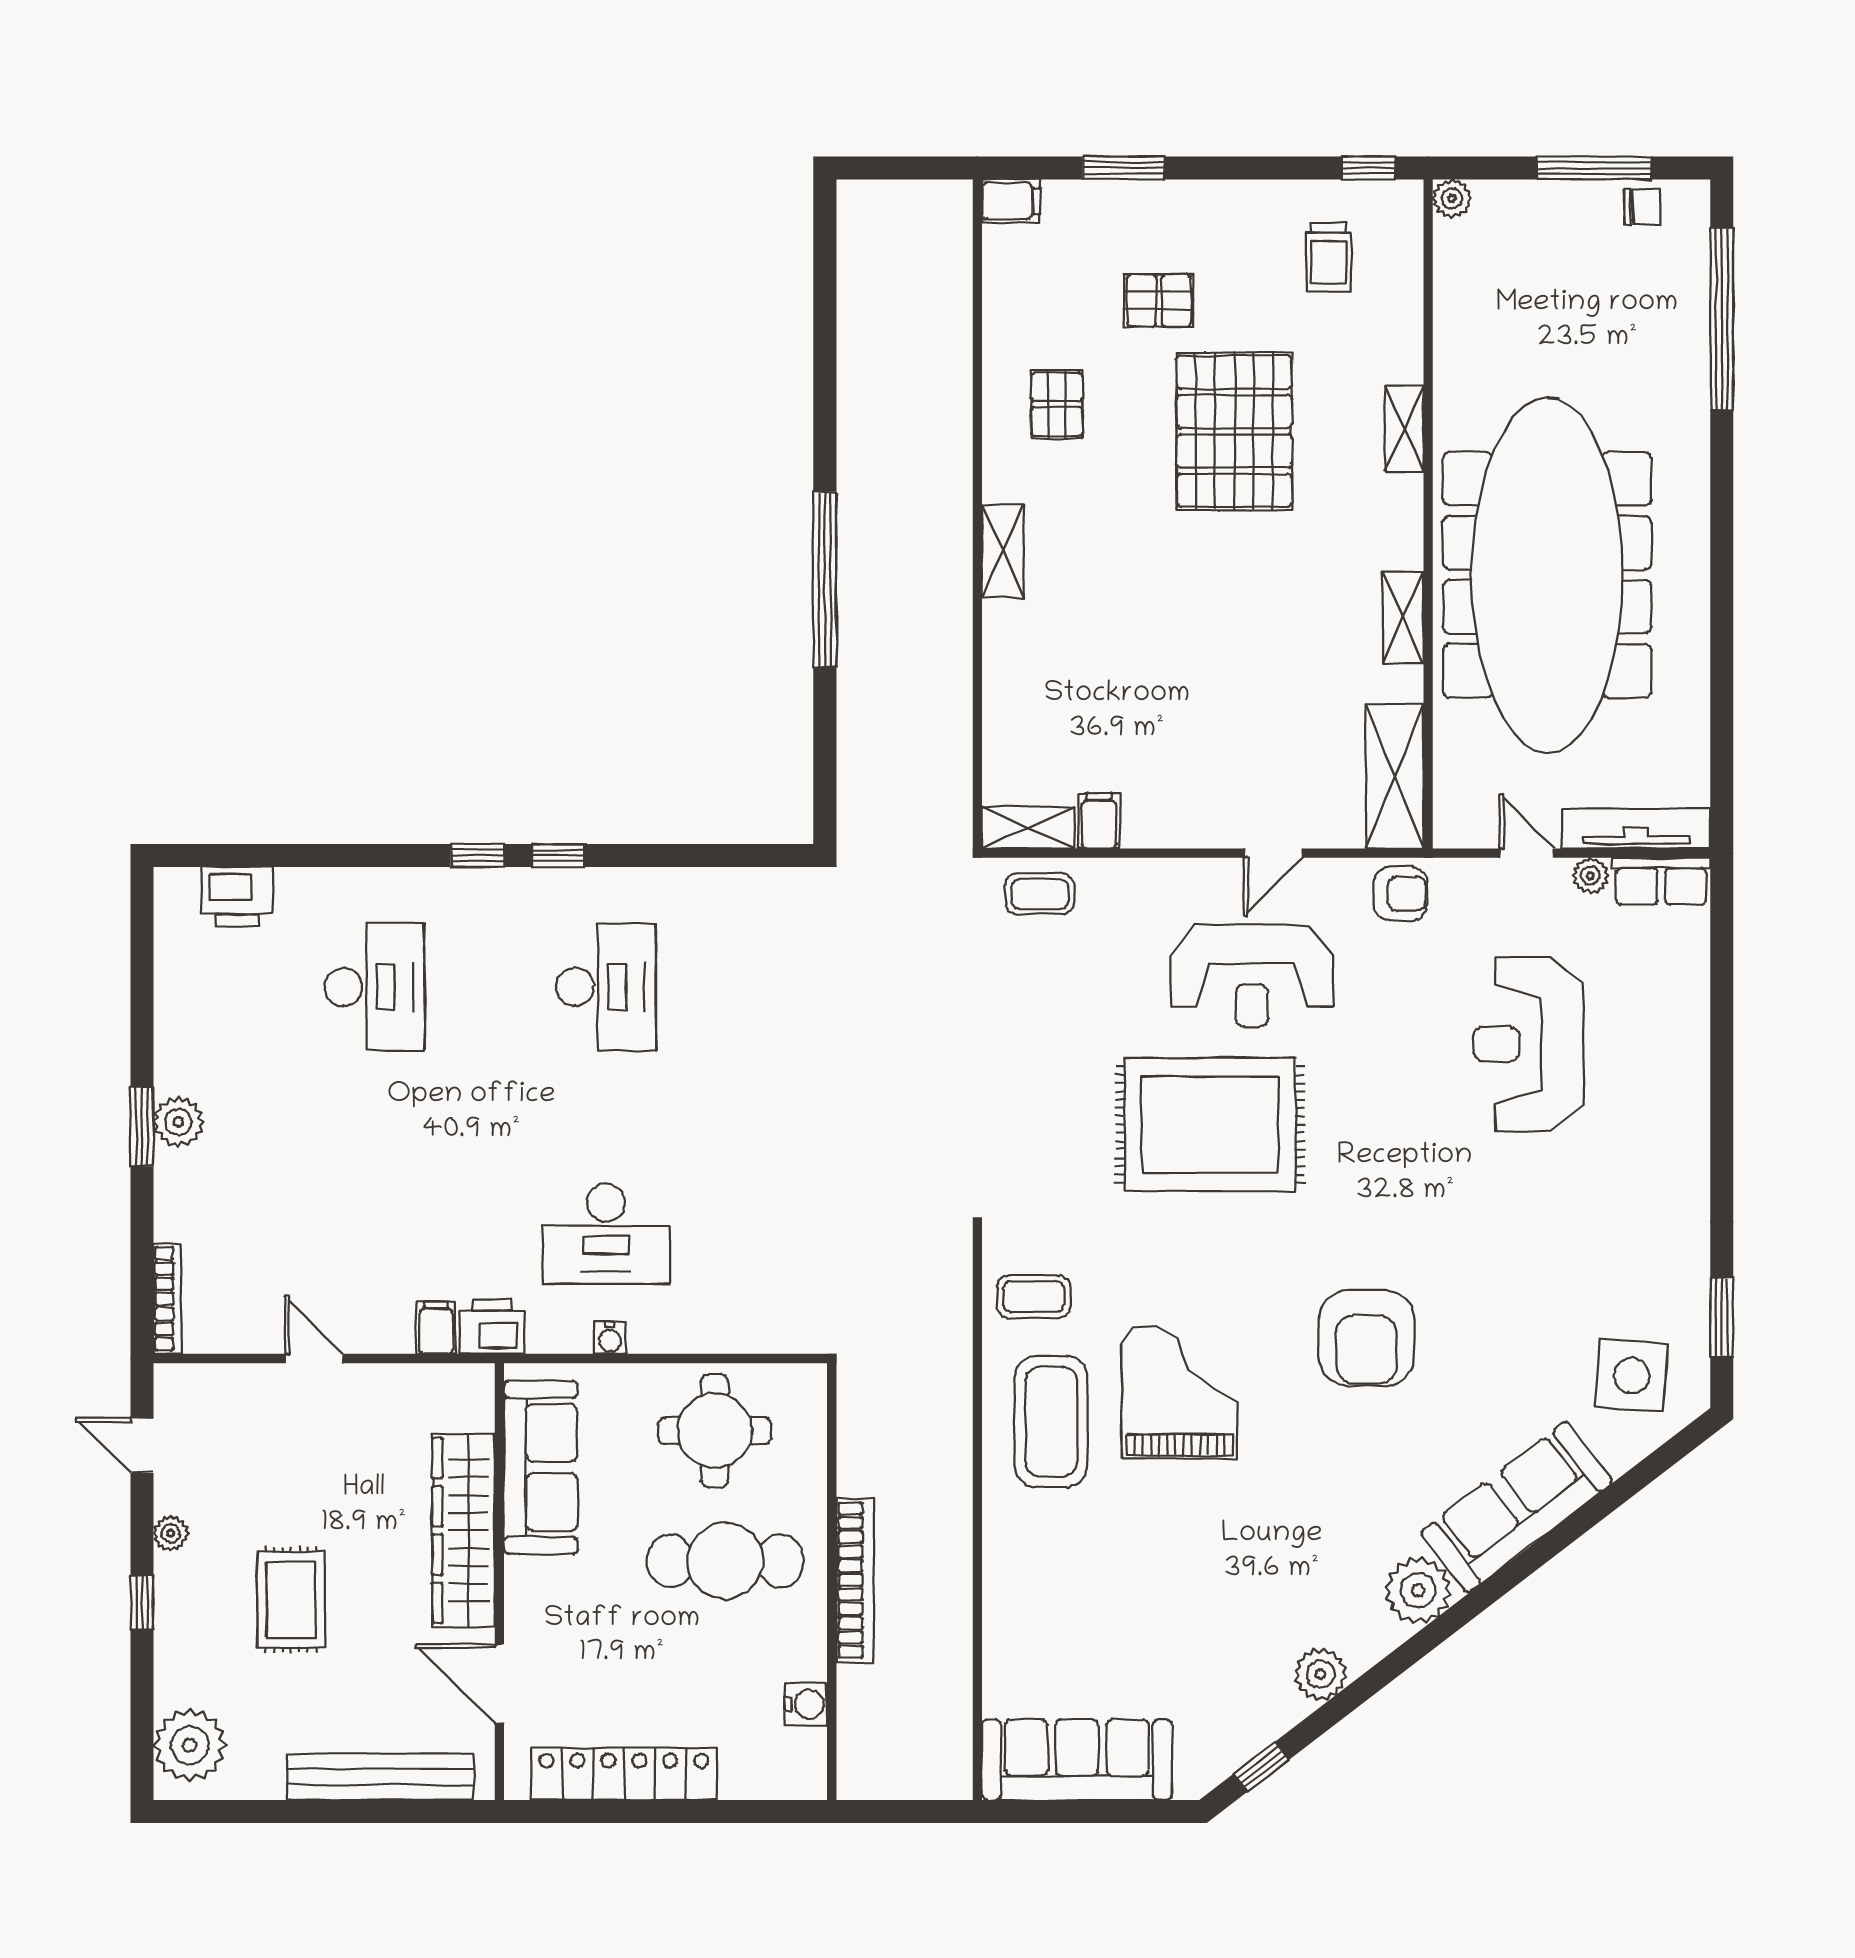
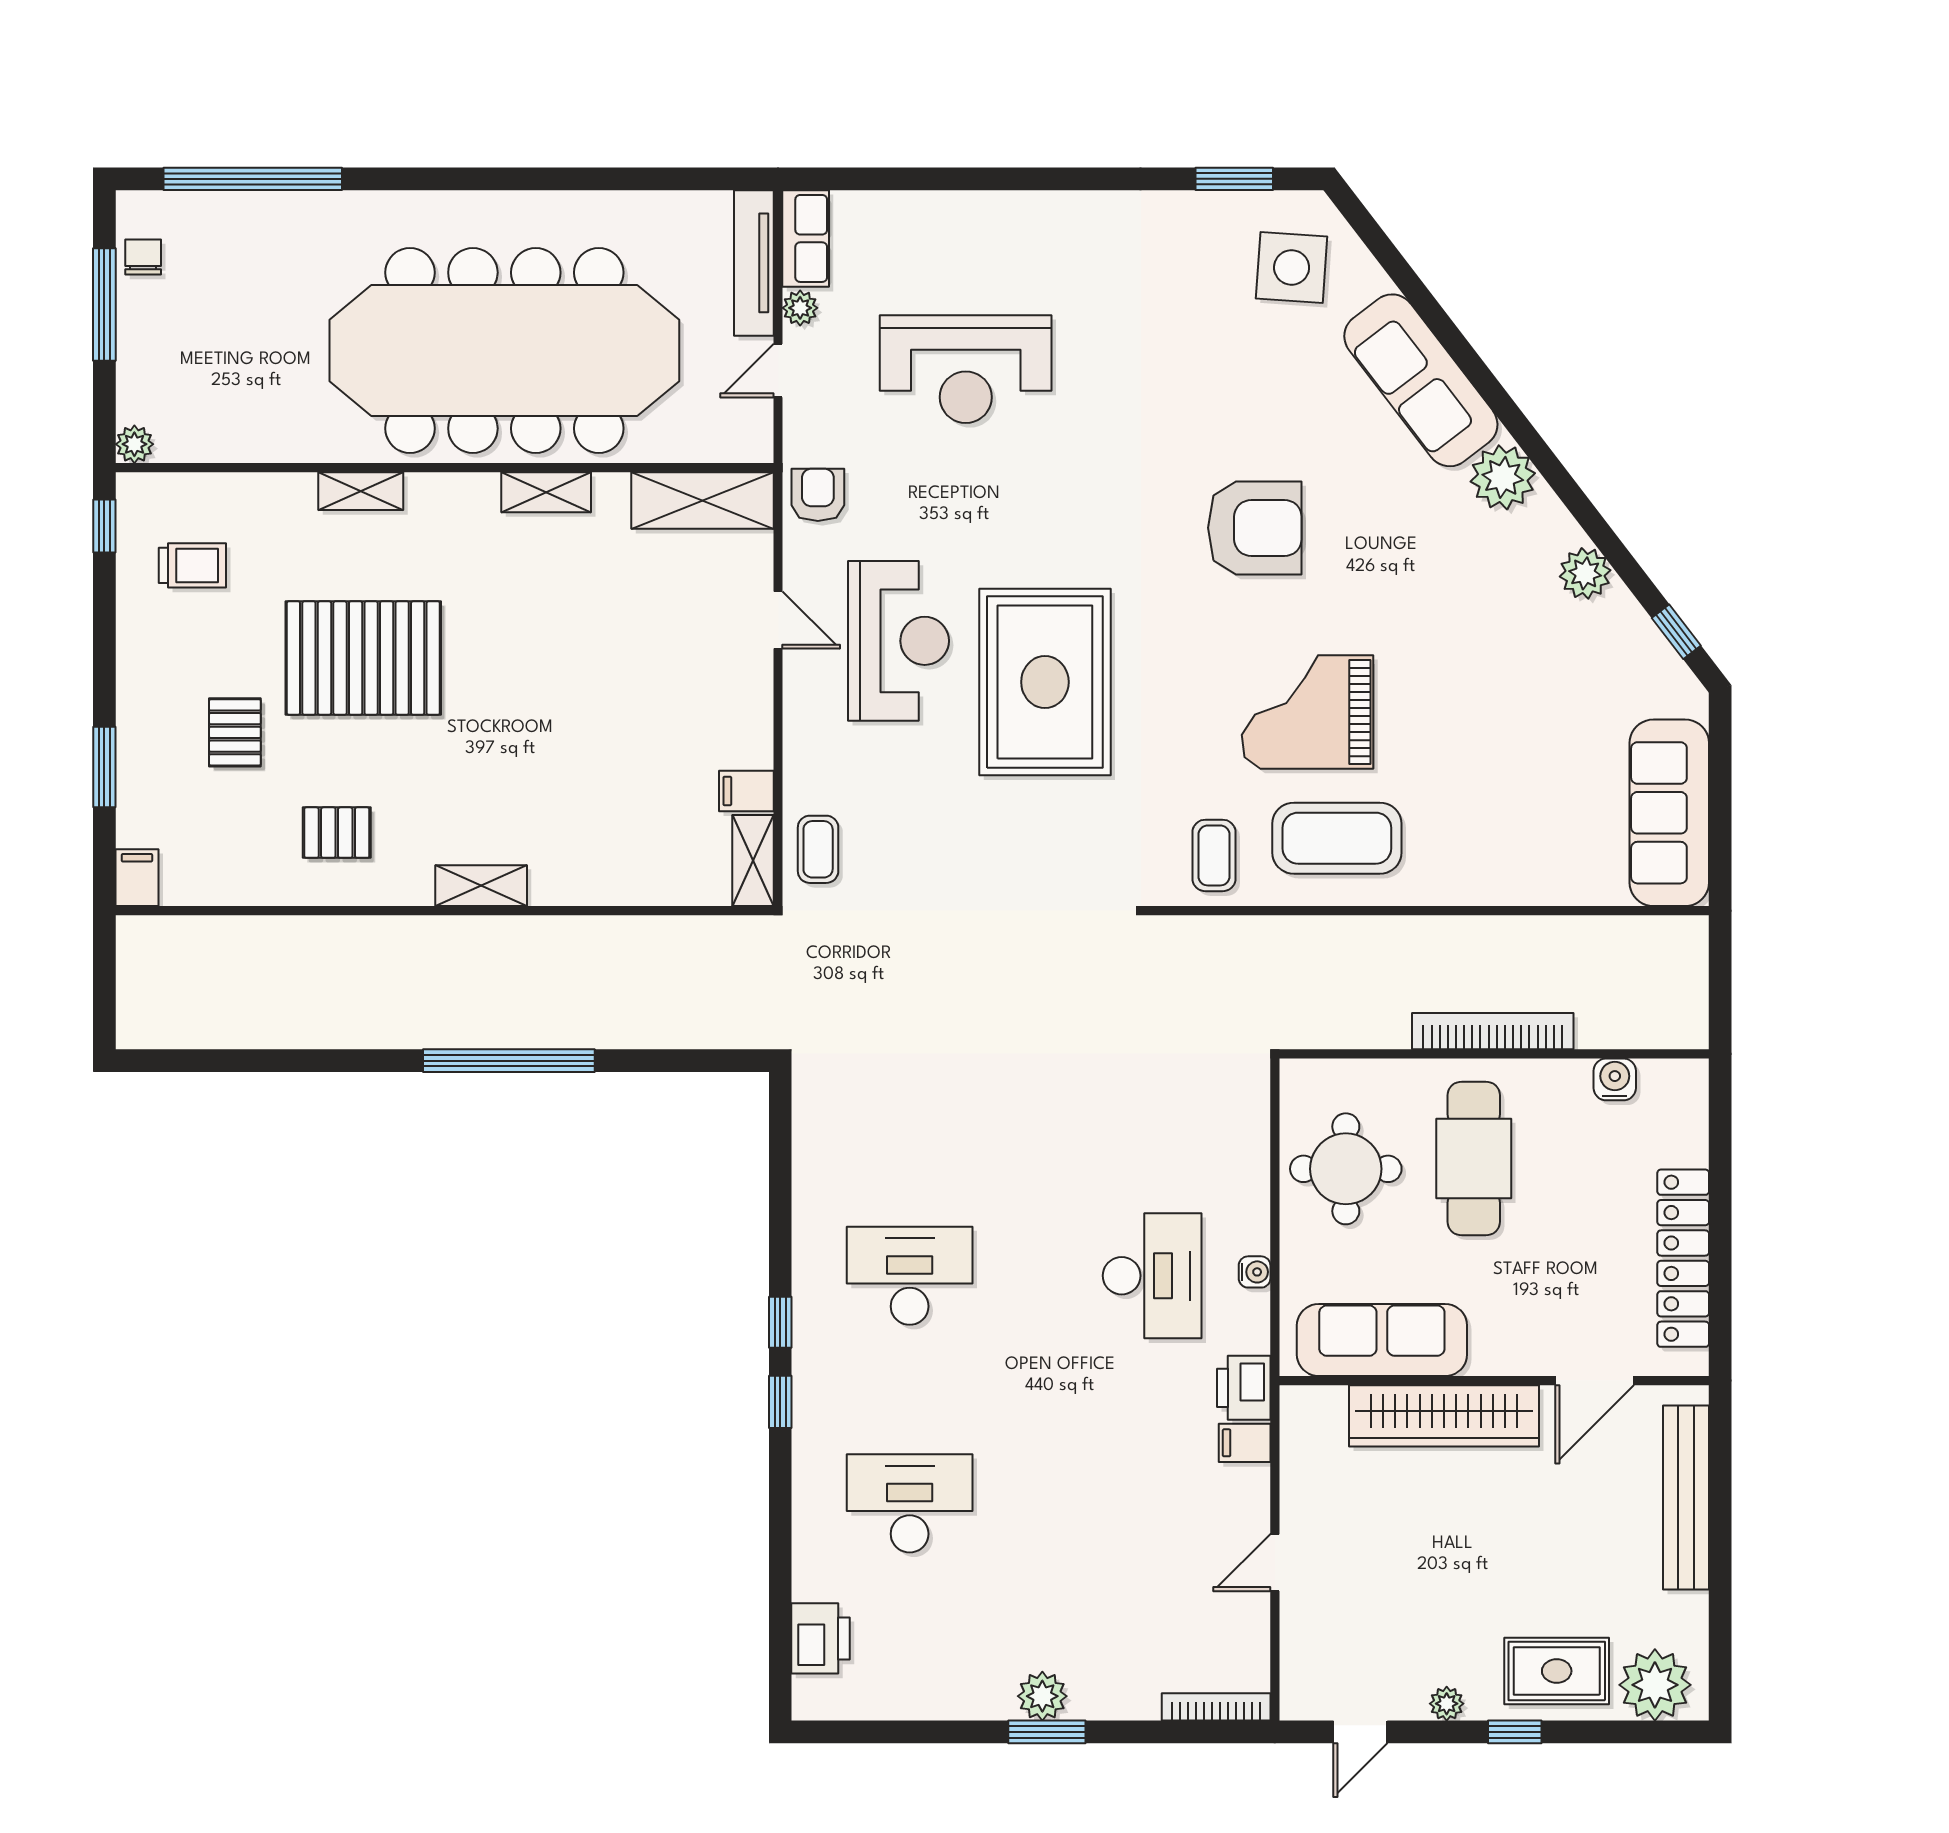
rug: (291, 1600) -> (1557, 1671), moved

